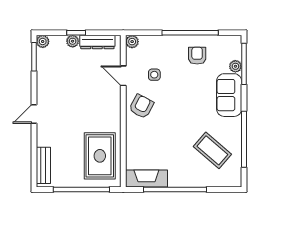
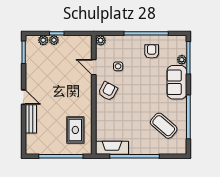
plant: (43, 41) -> (43, 40), moved
dresser: (97, 42) -> (73, 41), removed
door: (34, 114) -> (24, 97), swing flipped
rug: (100, 156) -> (75, 130), width x0.73, depth x0.70
bench: (43, 165) -> (31, 119), moved

